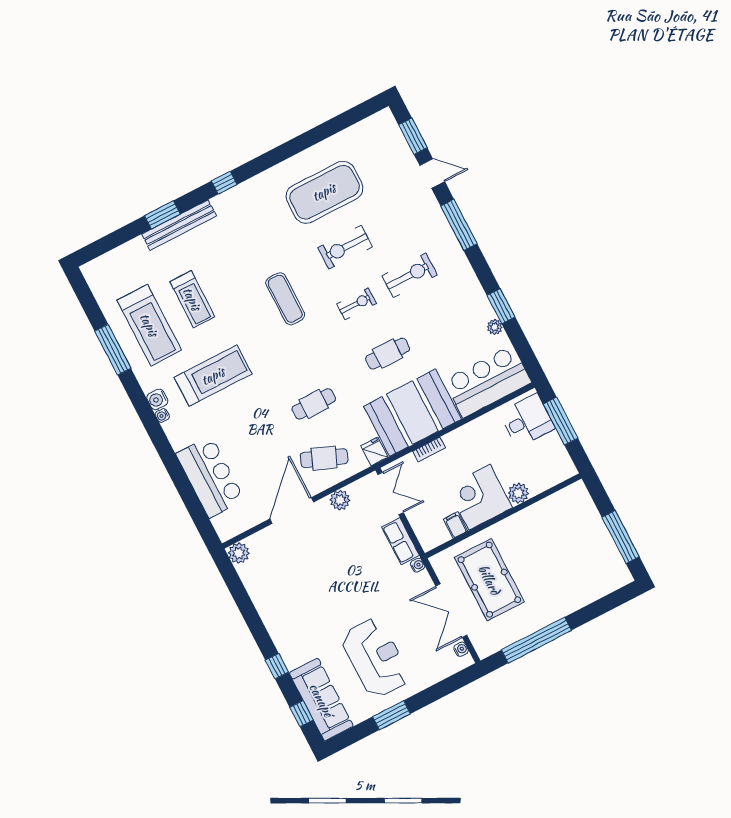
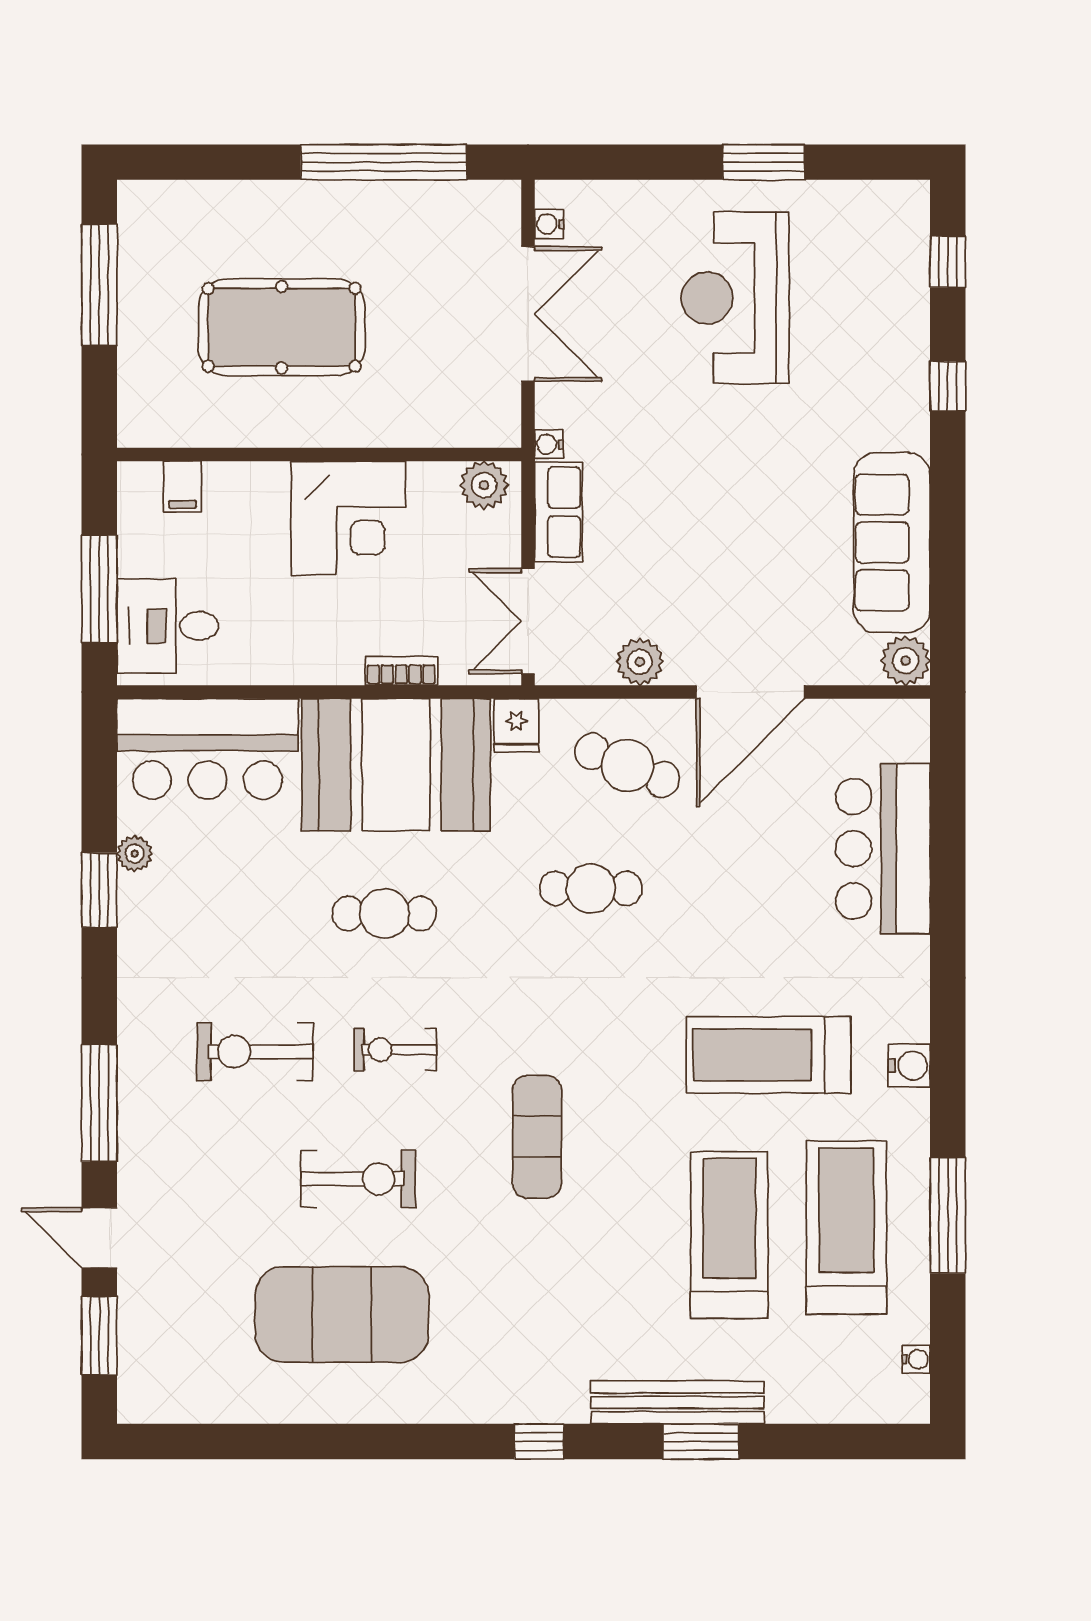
treadmill: (192, 299) -> (729, 1235), width x1.37, depth x1.38
water cooler: (162, 416) -> (916, 1359), moved
plant: (518, 493) -> (484, 485), moved
filing cabinet: (455, 525) -> (183, 487), moved
pool table: (489, 580) -> (282, 327), moved, turned 90
sofa: (321, 700) -> (892, 542), moved

